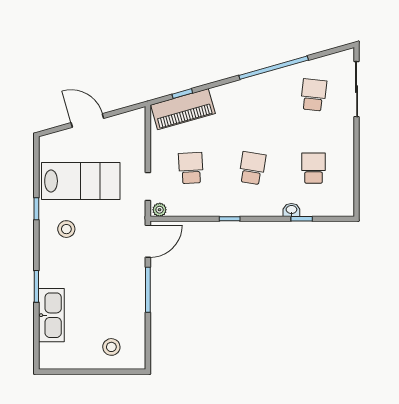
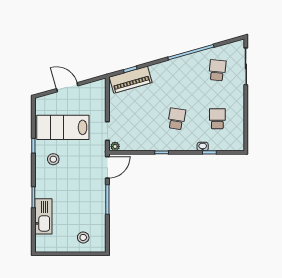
school desk: (191, 168) -> (136, 119), removed
lab bench: (81, 181) -> (63, 127), turned 180

